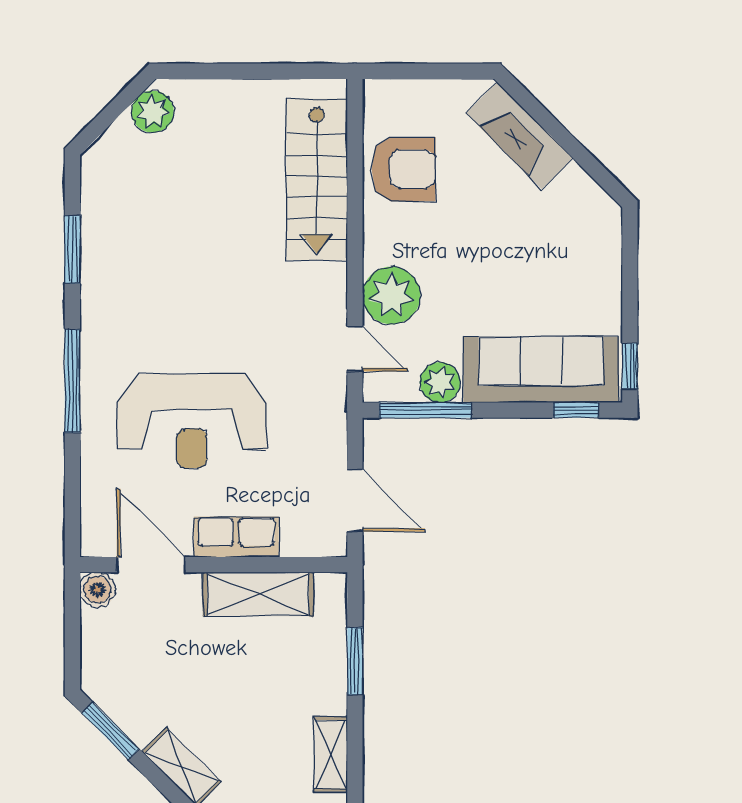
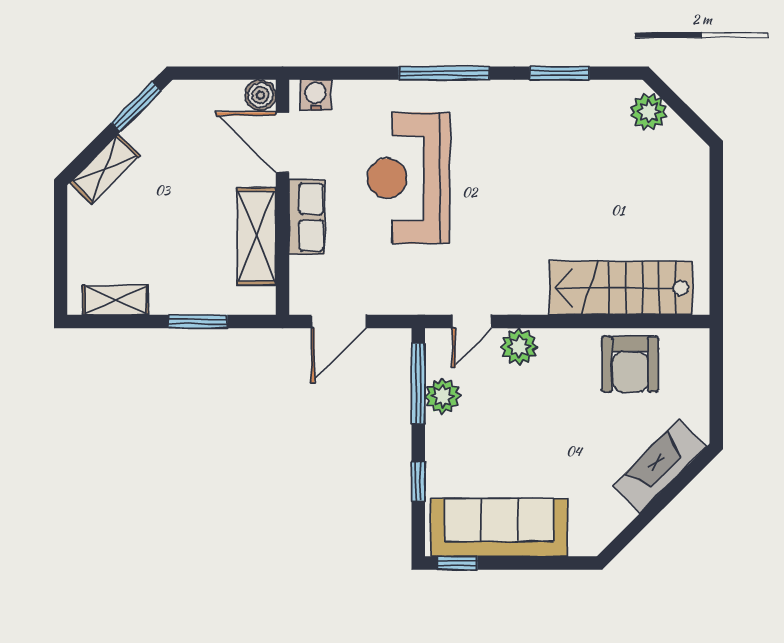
plant: (153, 112) -> (649, 112), moved
plant: (391, 295) -> (519, 347), width x0.73, depth x0.73
sofa: (541, 370) -> (499, 527), moved, turned -90
window: (576, 410) -> (418, 481), moved
water cooler: (97, 527) -> (316, 95), added
door: (151, 565) -> (282, 142), swing flipped

